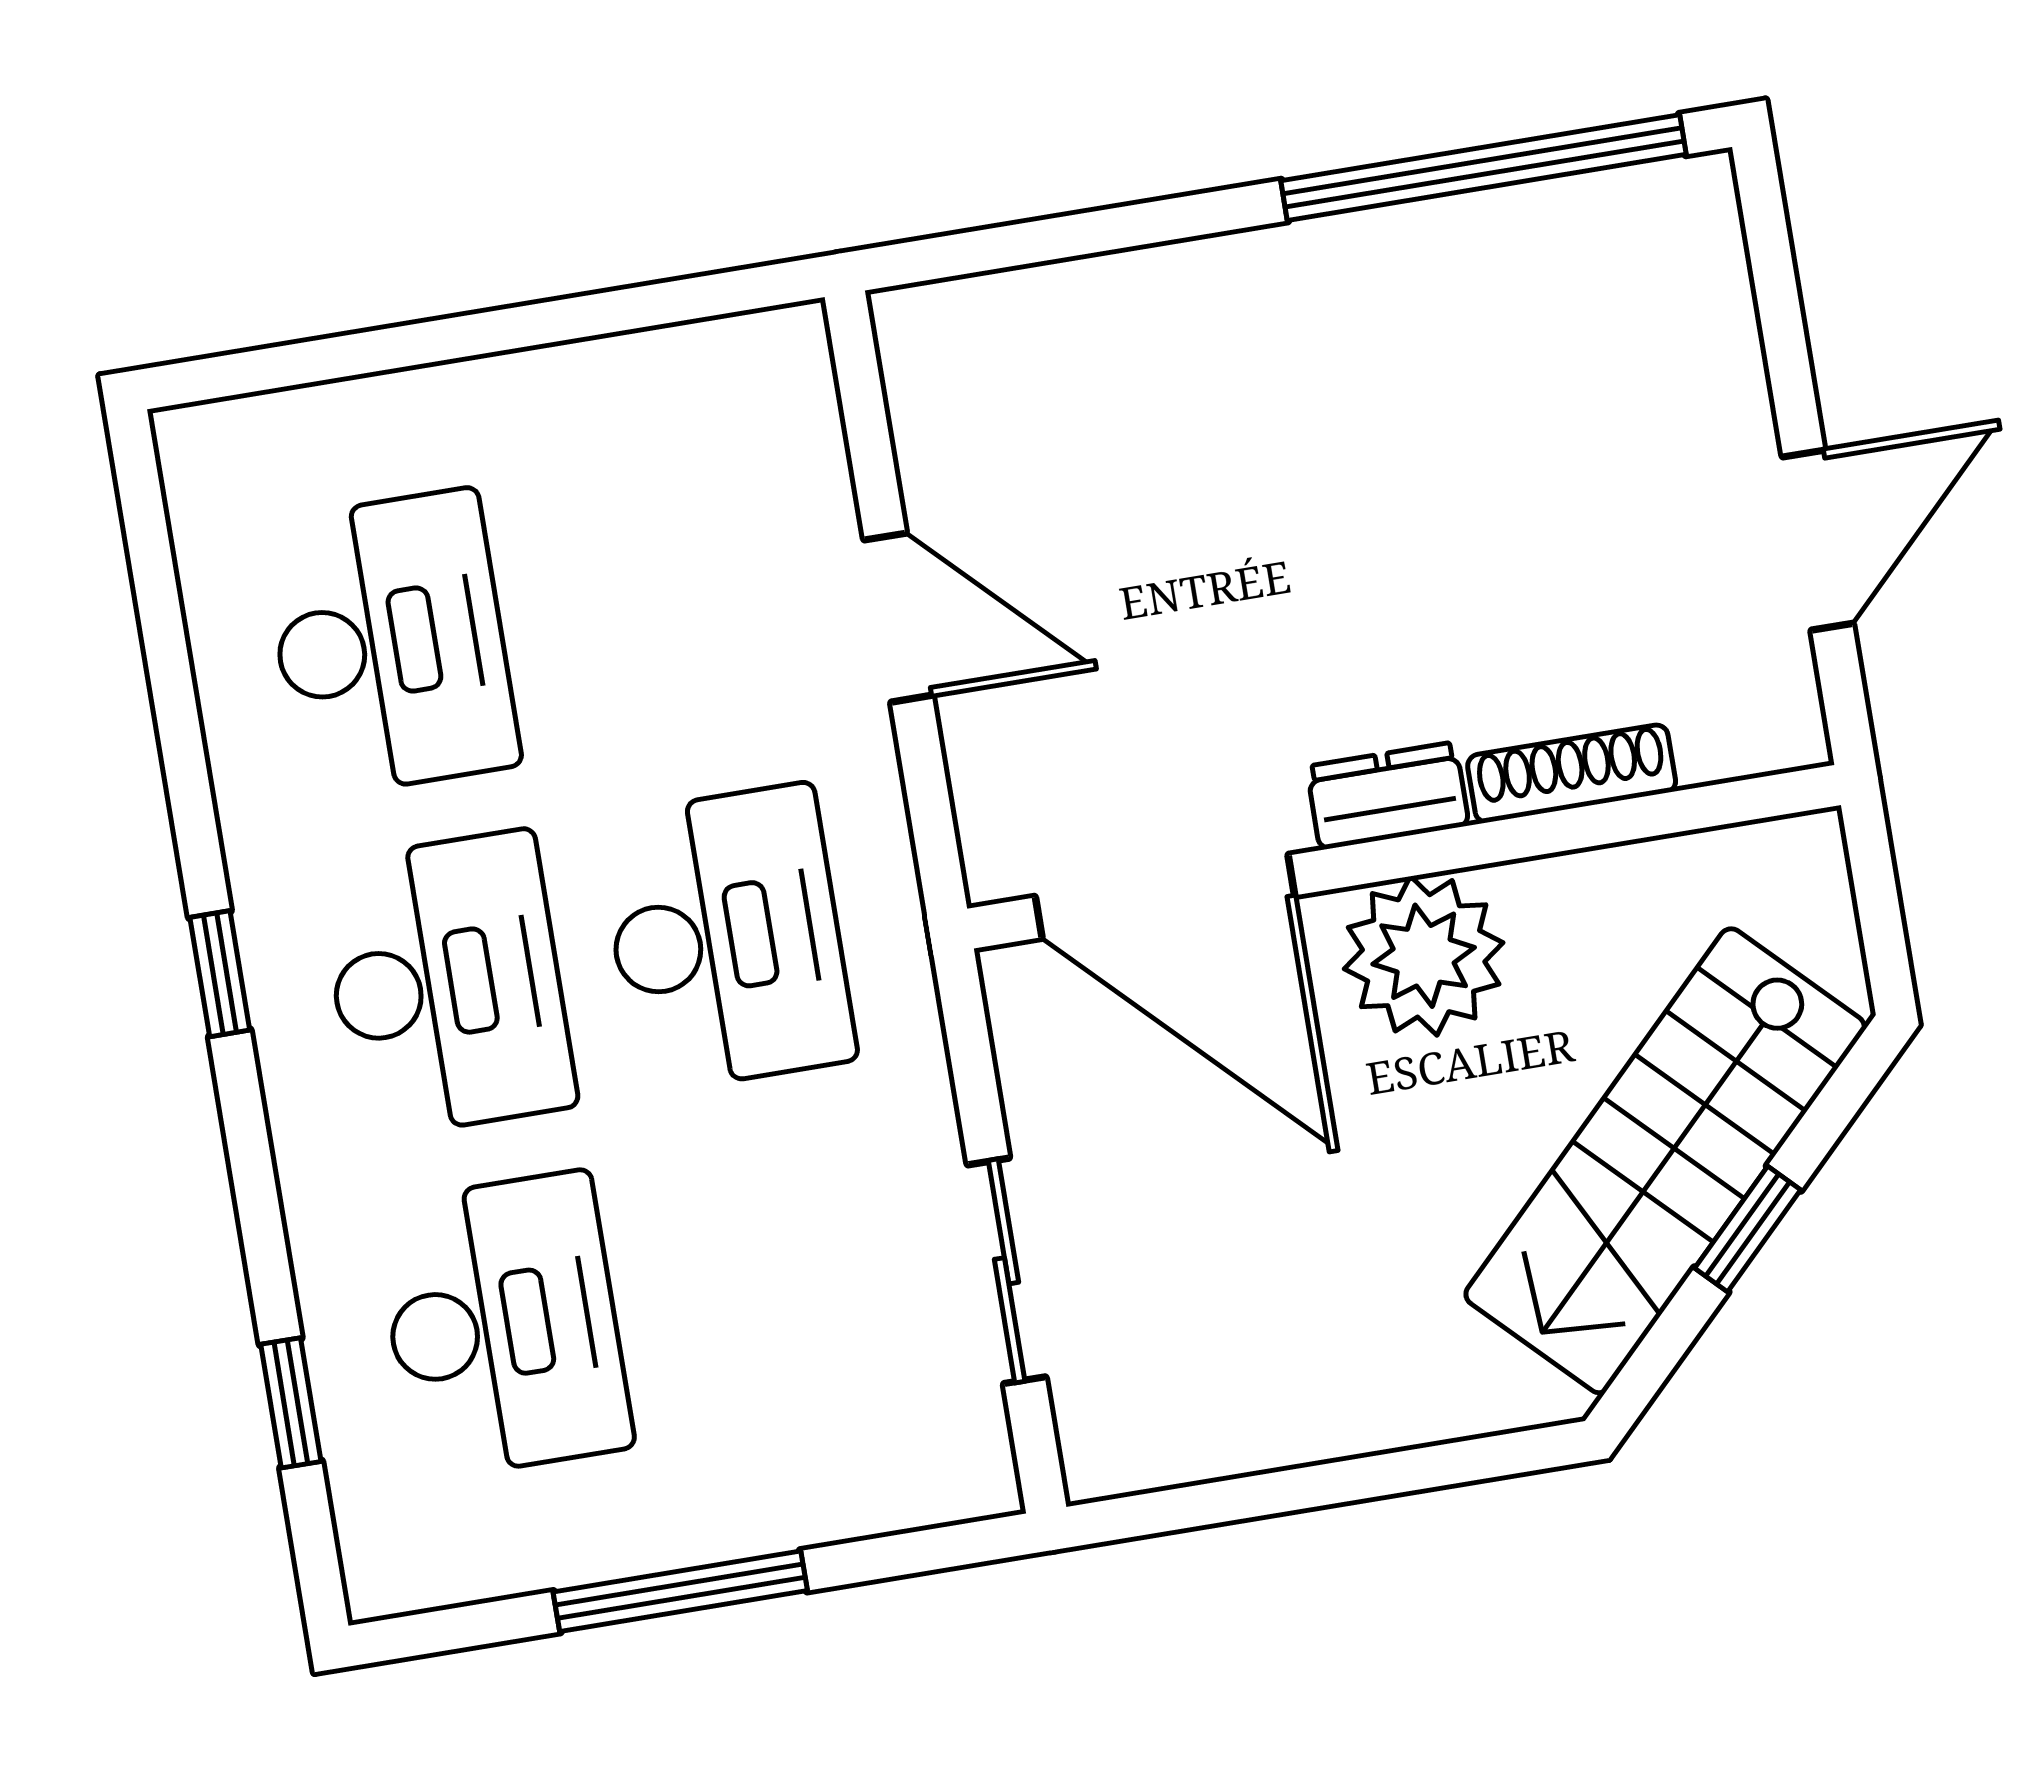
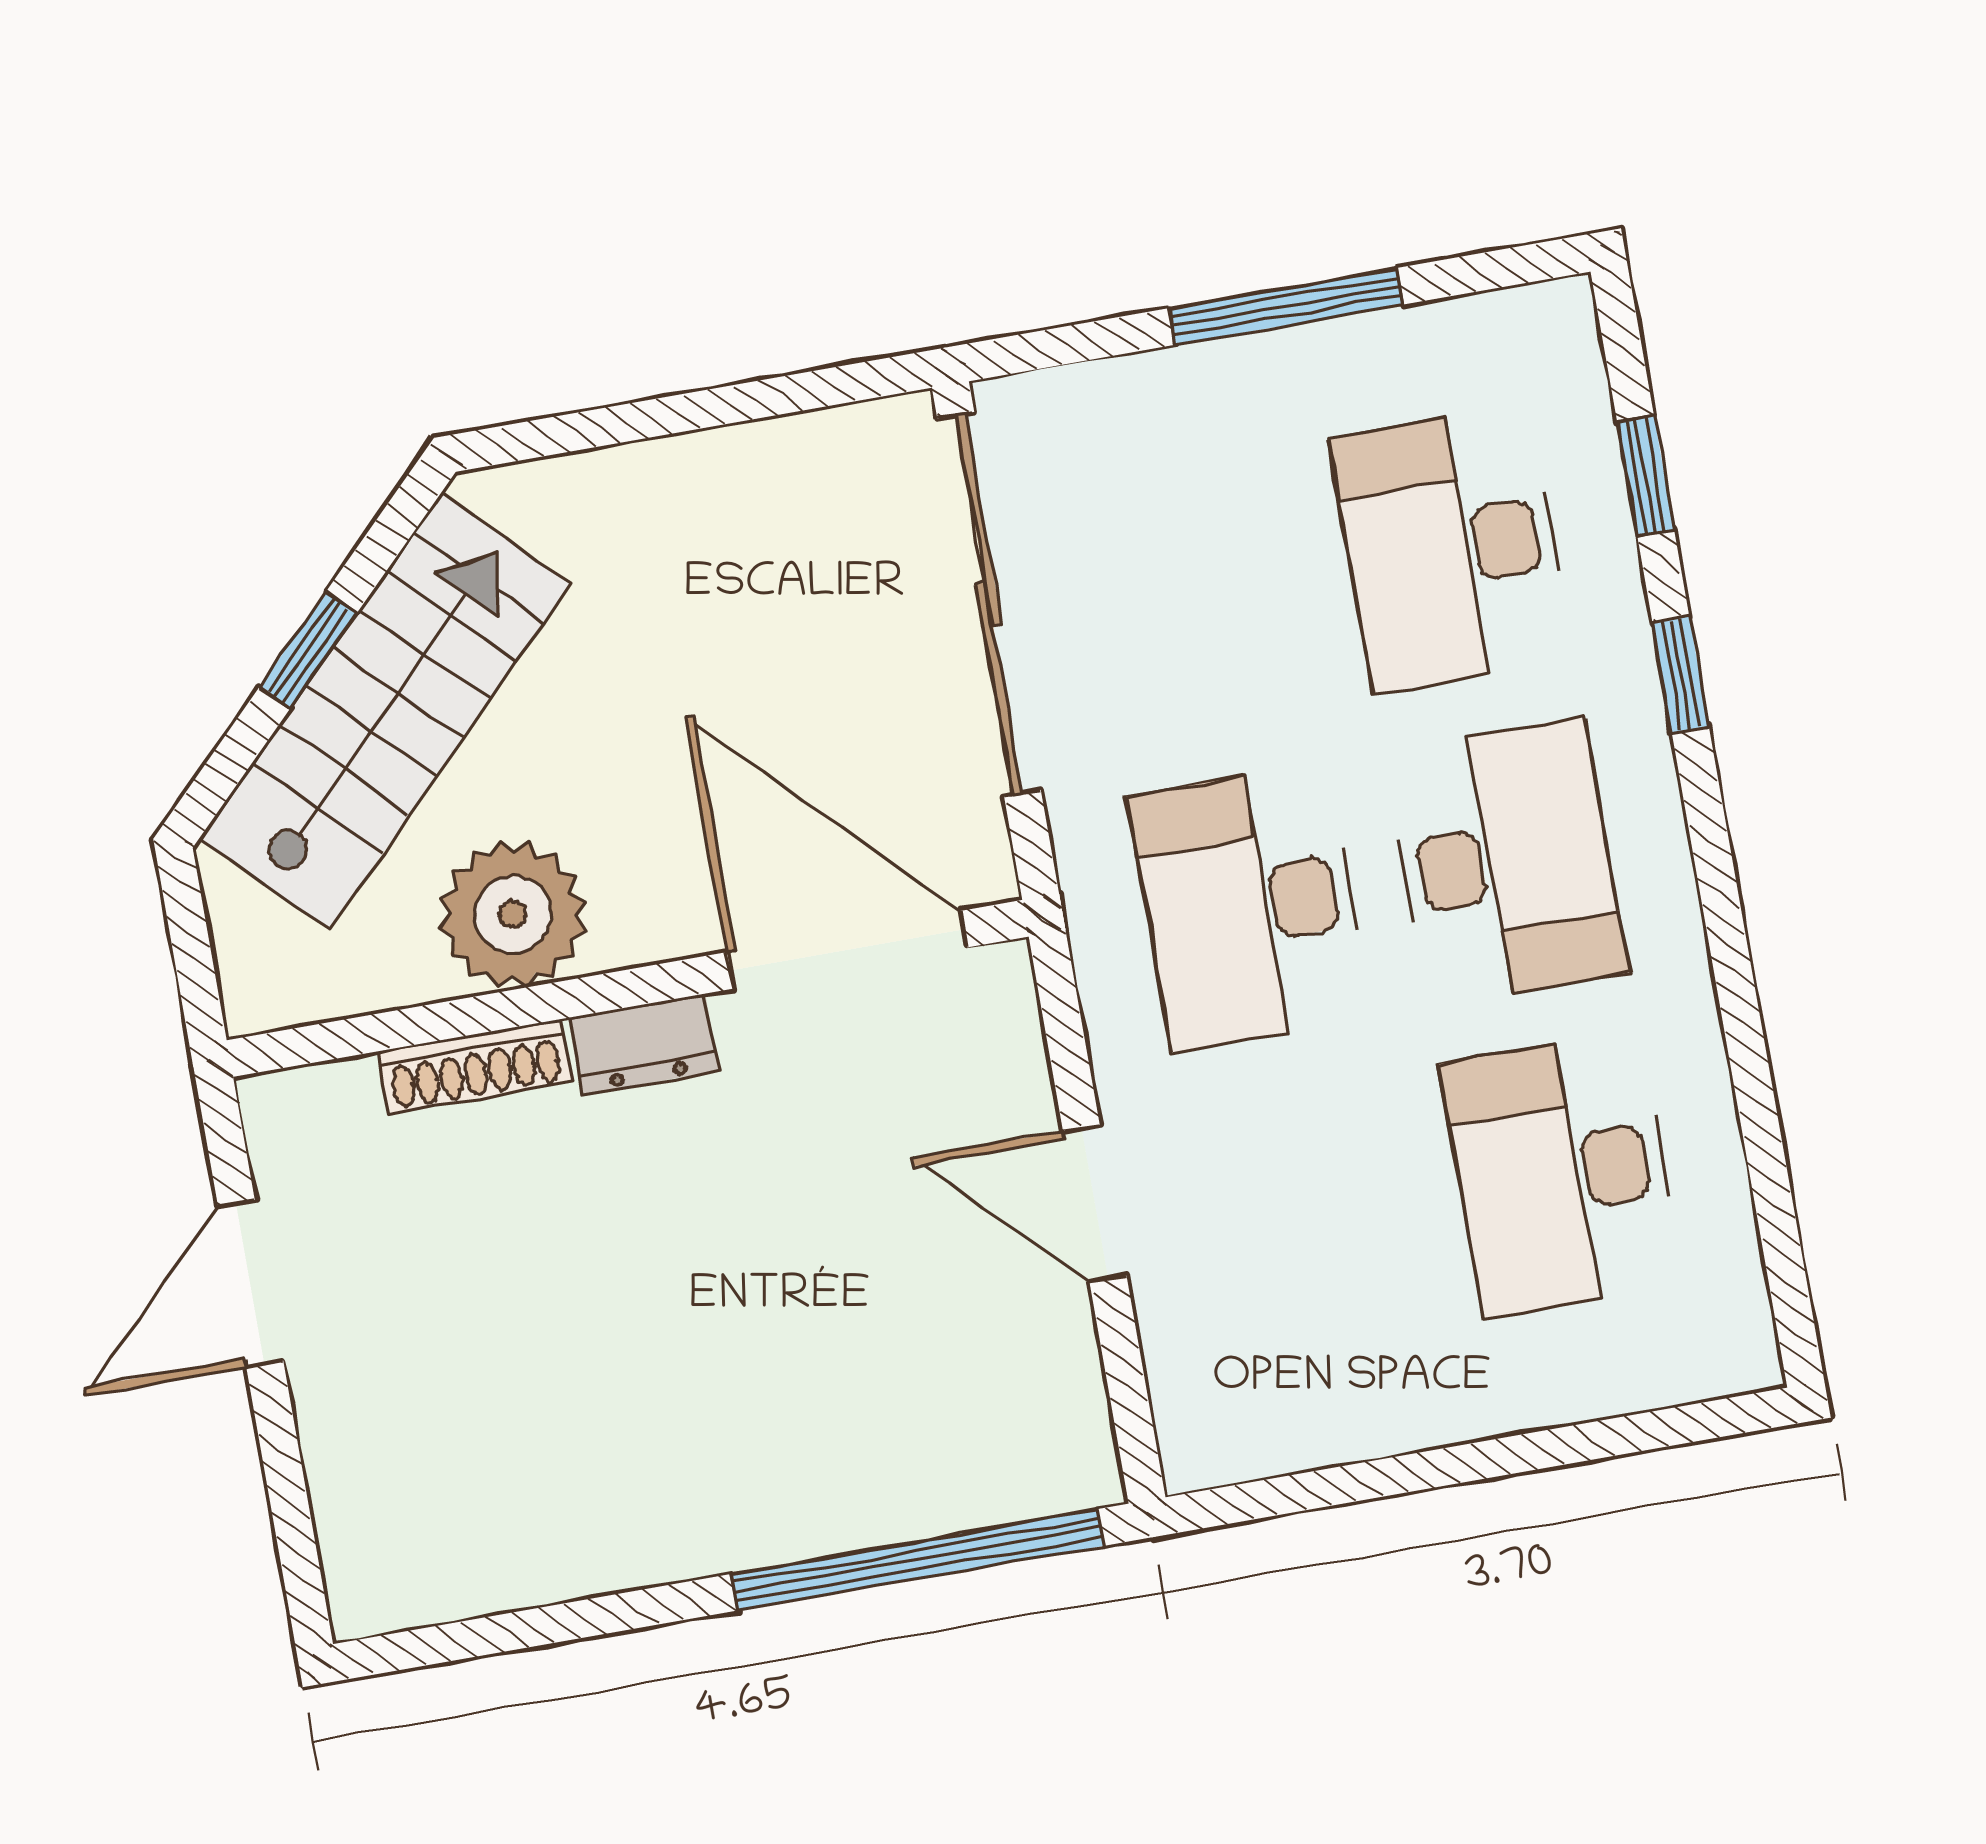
window: (1484, 168) -> (918, 1560), moved
plant: (1424, 956) -> (513, 915), moved
window: (220, 974) -> (1681, 675), moved
desk: (447, 985) -> (1506, 862), turned 180
sliding door: (1007, 1271) -> (989, 604), width x1.86

